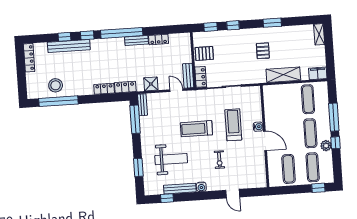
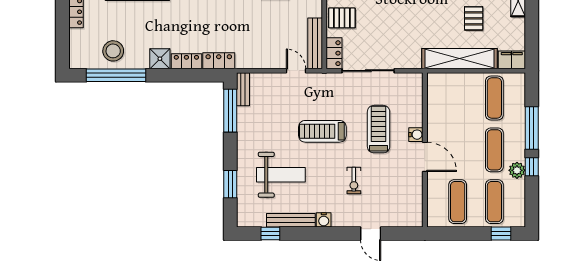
pallet: (263, 51) -> (474, 18), moved
shelving: (283, 75) -> (460, 59), width x1.47
bench: (188, 76) -> (315, 43), width x1.36
shower: (151, 84) -> (160, 59), moved

